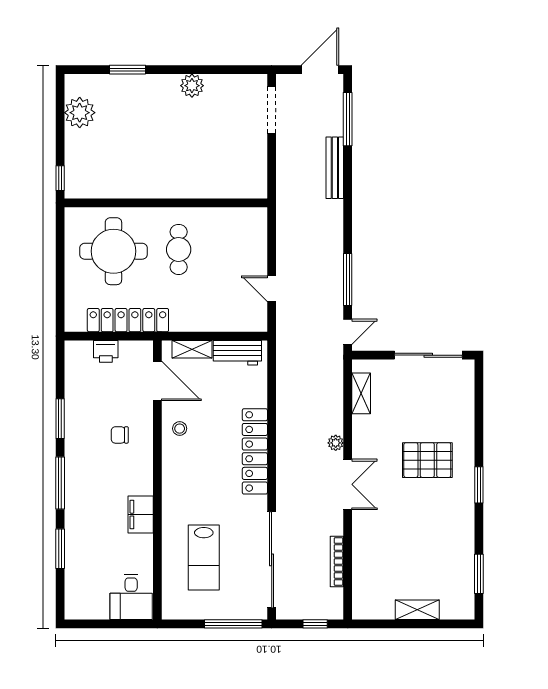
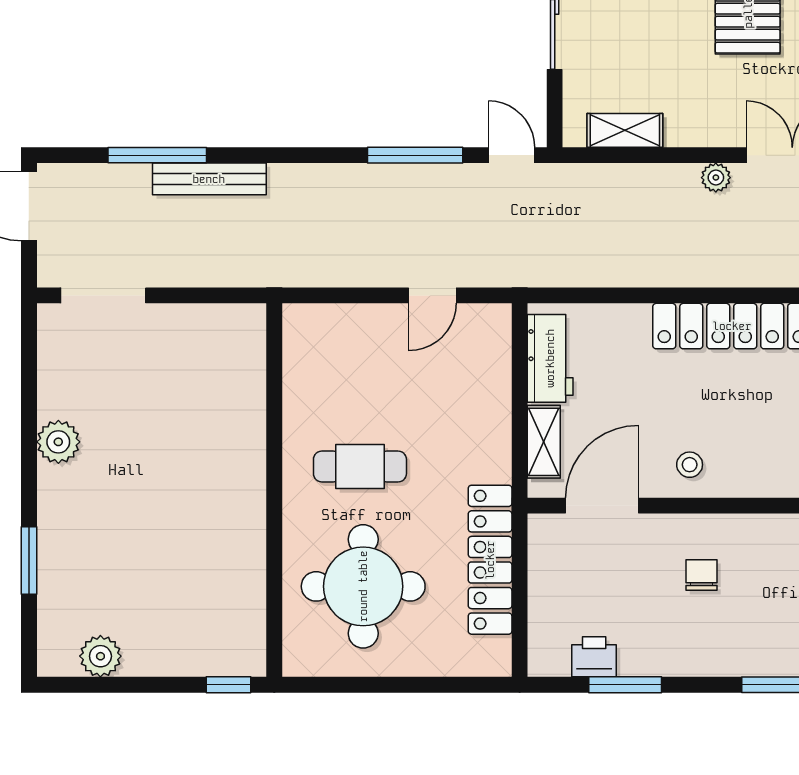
plant: (80, 113) -> (100, 656), width x0.73, depth x0.73
window: (348, 119) -> (157, 155), moved
printer: (106, 351) -> (594, 657), moved, turned -90
window: (60, 419) -> (625, 685), moved
chair: (120, 435) -> (701, 575), turned 180

